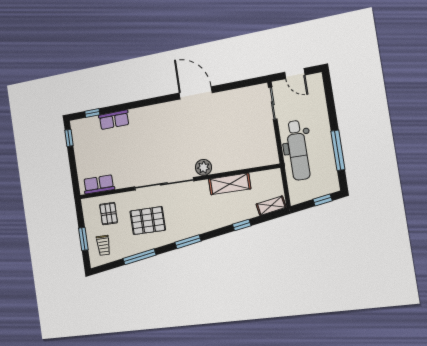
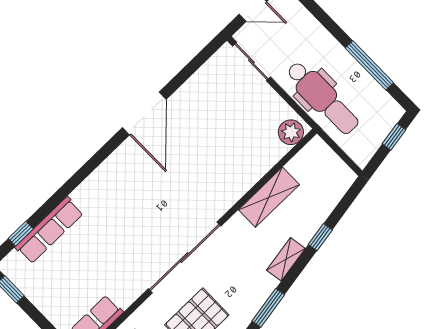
door: (196, 93) -> (144, 113), swing flipped
row of seats: (114, 120) -> (49, 230), width x1.48
plant: (204, 167) -> (291, 132), moved
shelving: (271, 206) -> (286, 259), moved

